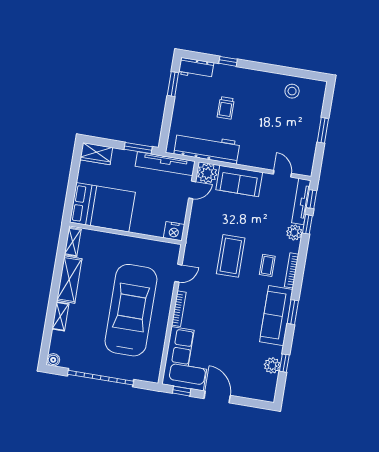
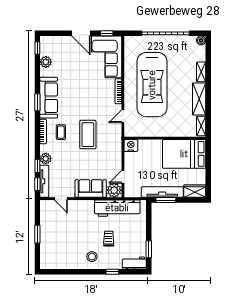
stool: (292, 91) -> (92, 257), moved
tv unit: (165, 164) -> (162, 192), moved
window: (284, 363) -> (37, 48), moved

